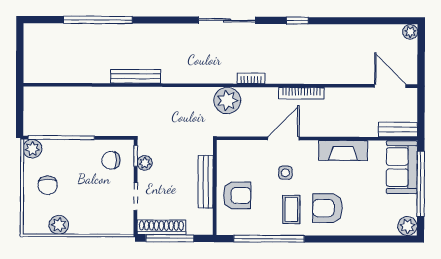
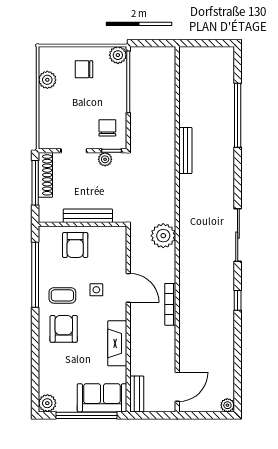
bookcase: (251, 78) -> (184, 258), removed

